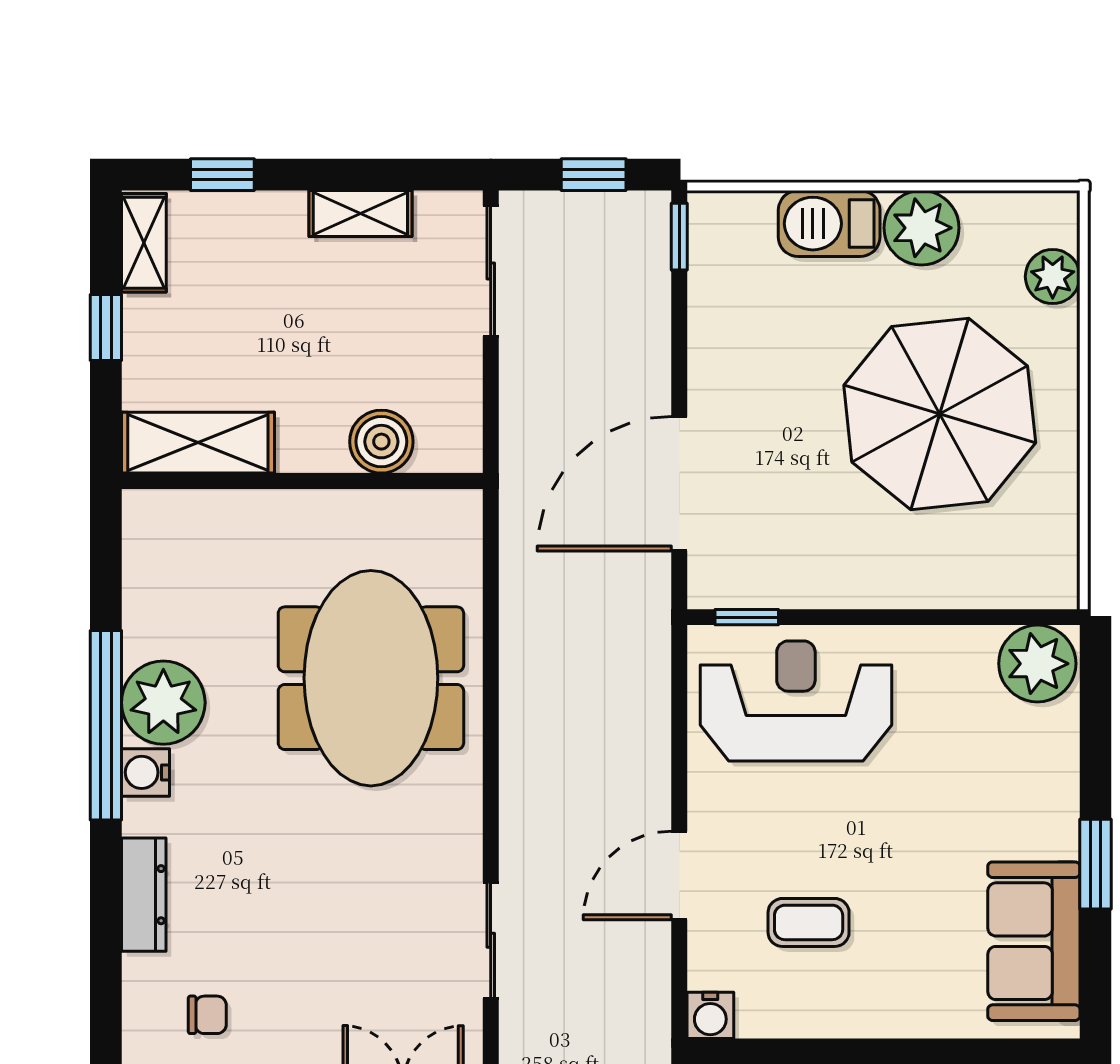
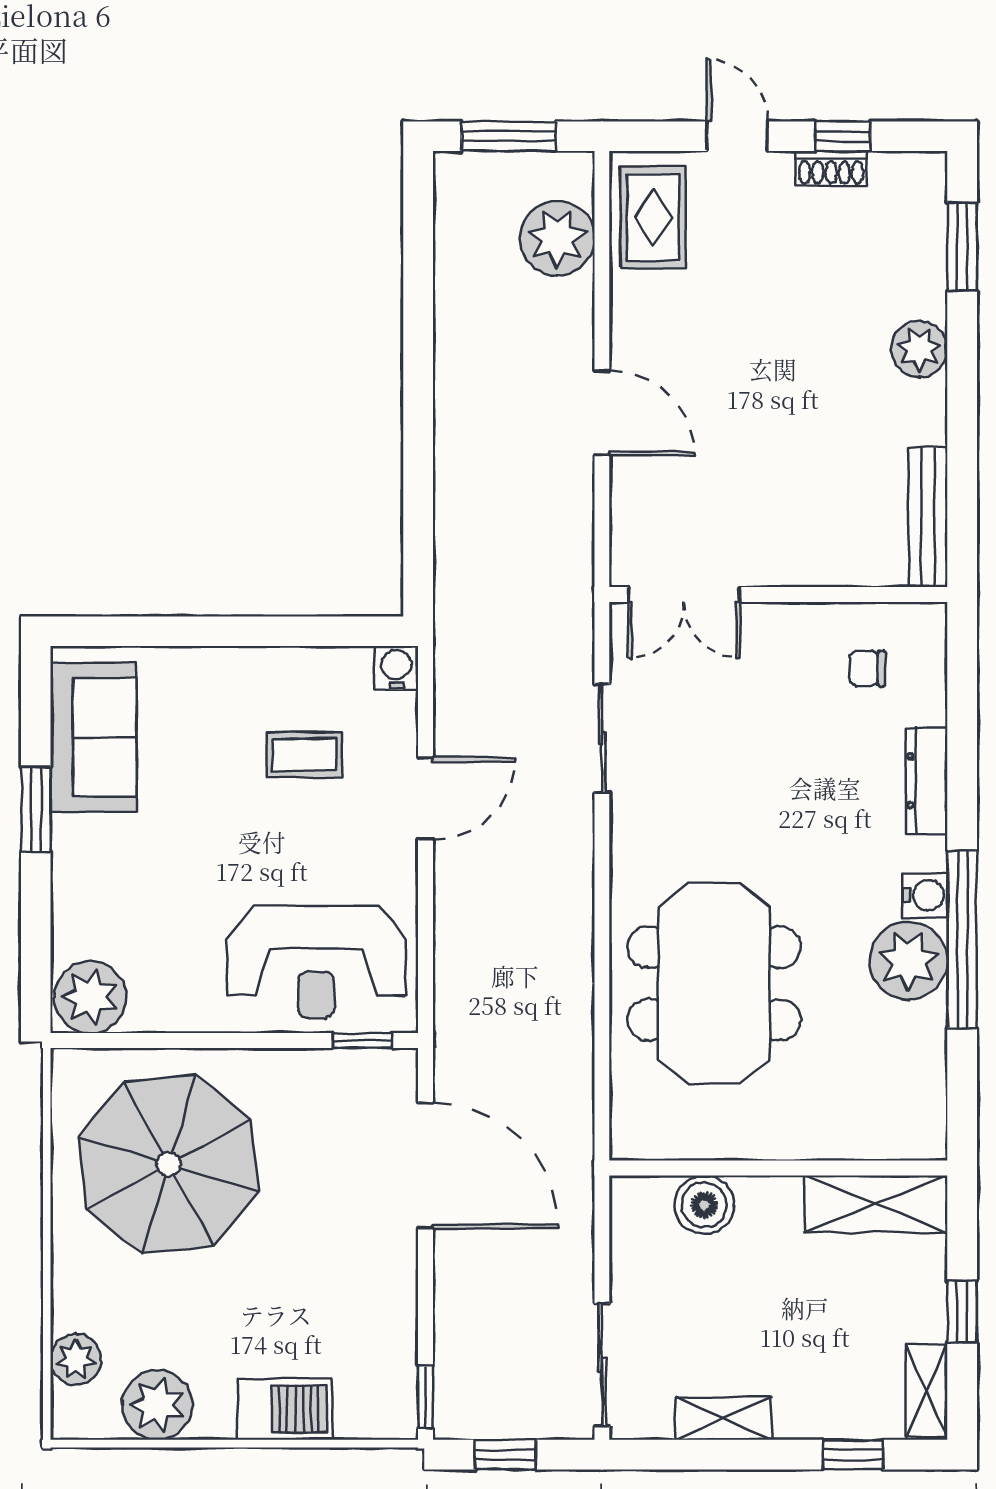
plant: (921, 228) -> (157, 1405), moved
parasol: (940, 414) -> (168, 1164), moved
door: (679, 484) -> (425, 1165), hinge flipped

